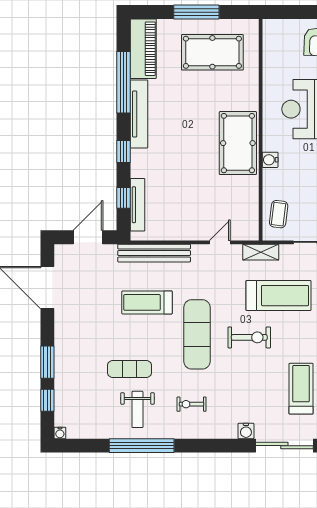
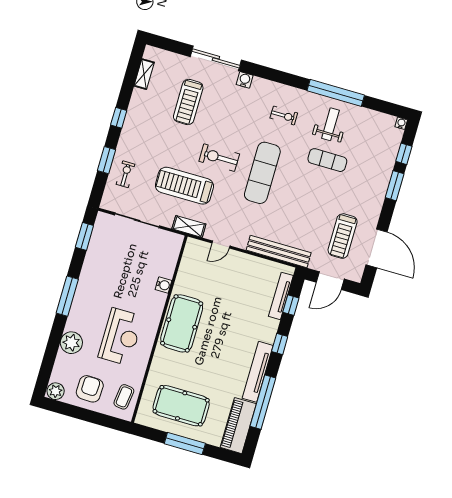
water cooler: (270, 160) -> (163, 285), moved
coffee table: (279, 214) -> (124, 397), moved
treadmill: (147, 302) -> (343, 236), moved, turned 90

